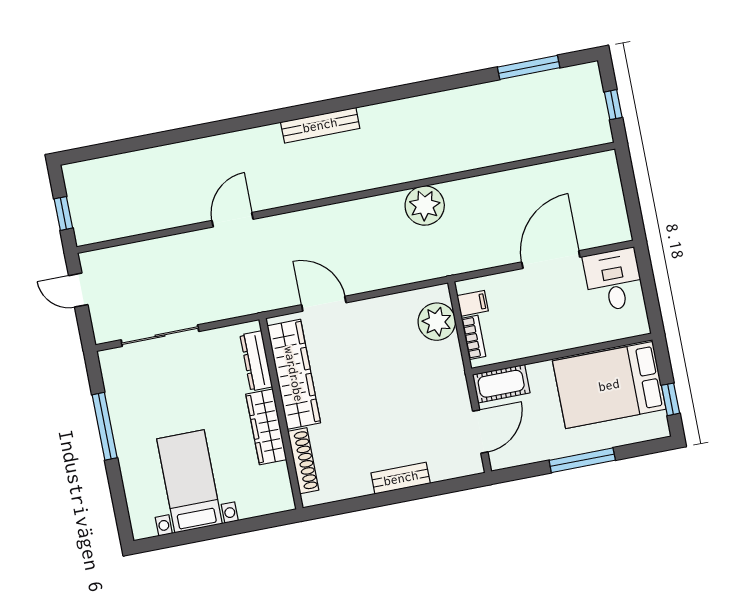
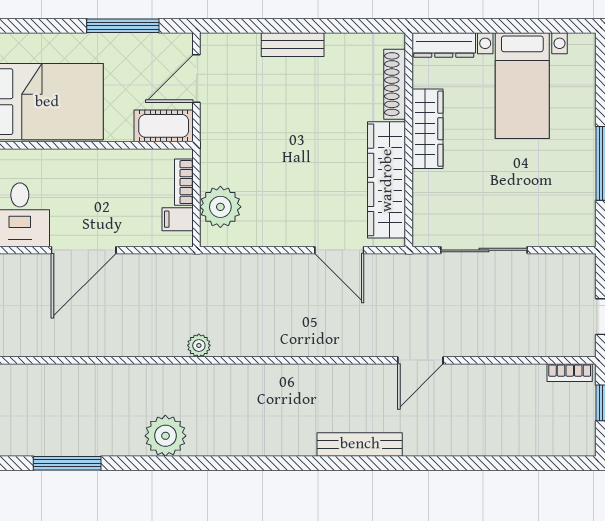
plant: (446, 109) -> (165, 436), added
bench: (320, 125) -> (360, 444), moved
plant: (425, 206) -> (199, 345), width x0.53, depth x0.53
bookcase: (98, 235) -> (570, 373), added
sliding door: (160, 336) -> (484, 250), moved
dresser: (256, 361) -> (444, 45), moved, turned 90
window: (582, 460) -> (123, 26), moved

